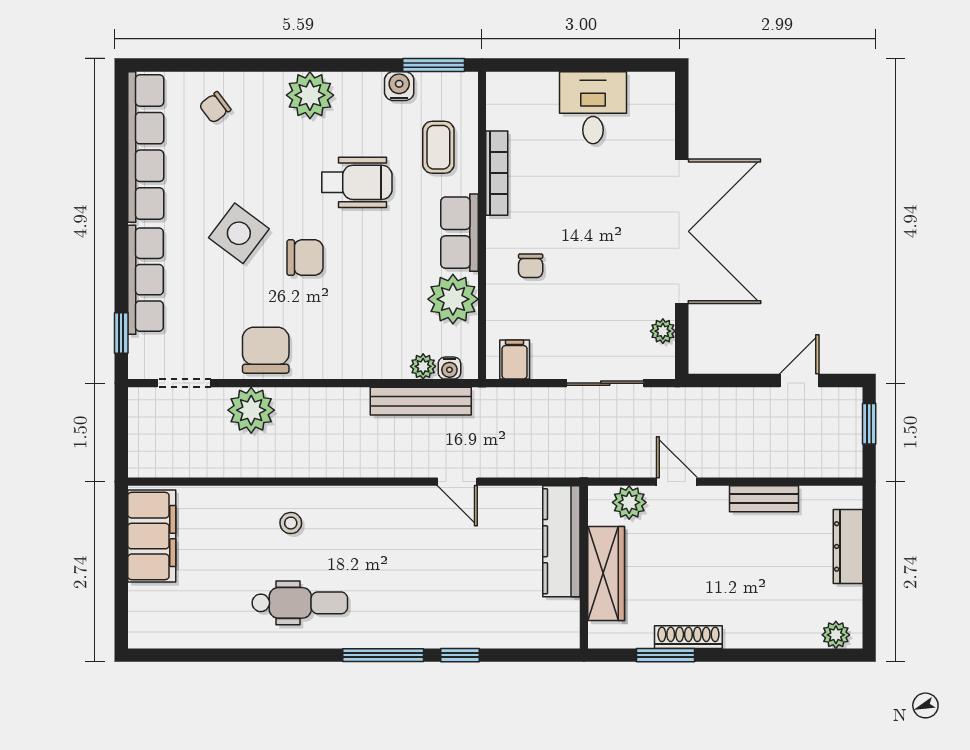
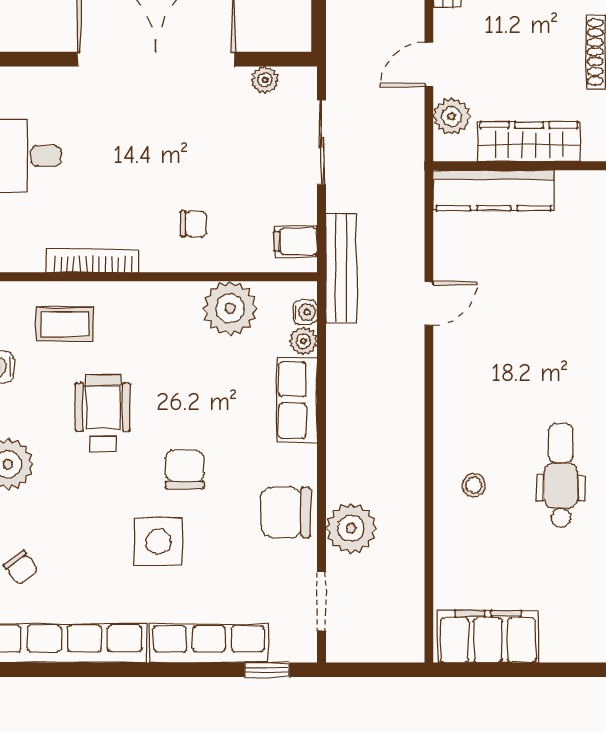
side table: (239, 233) -> (158, 542), turned -37
row of seats: (460, 233) -> (297, 400), moved, turned 90
bench: (421, 401) -> (341, 268), moved

